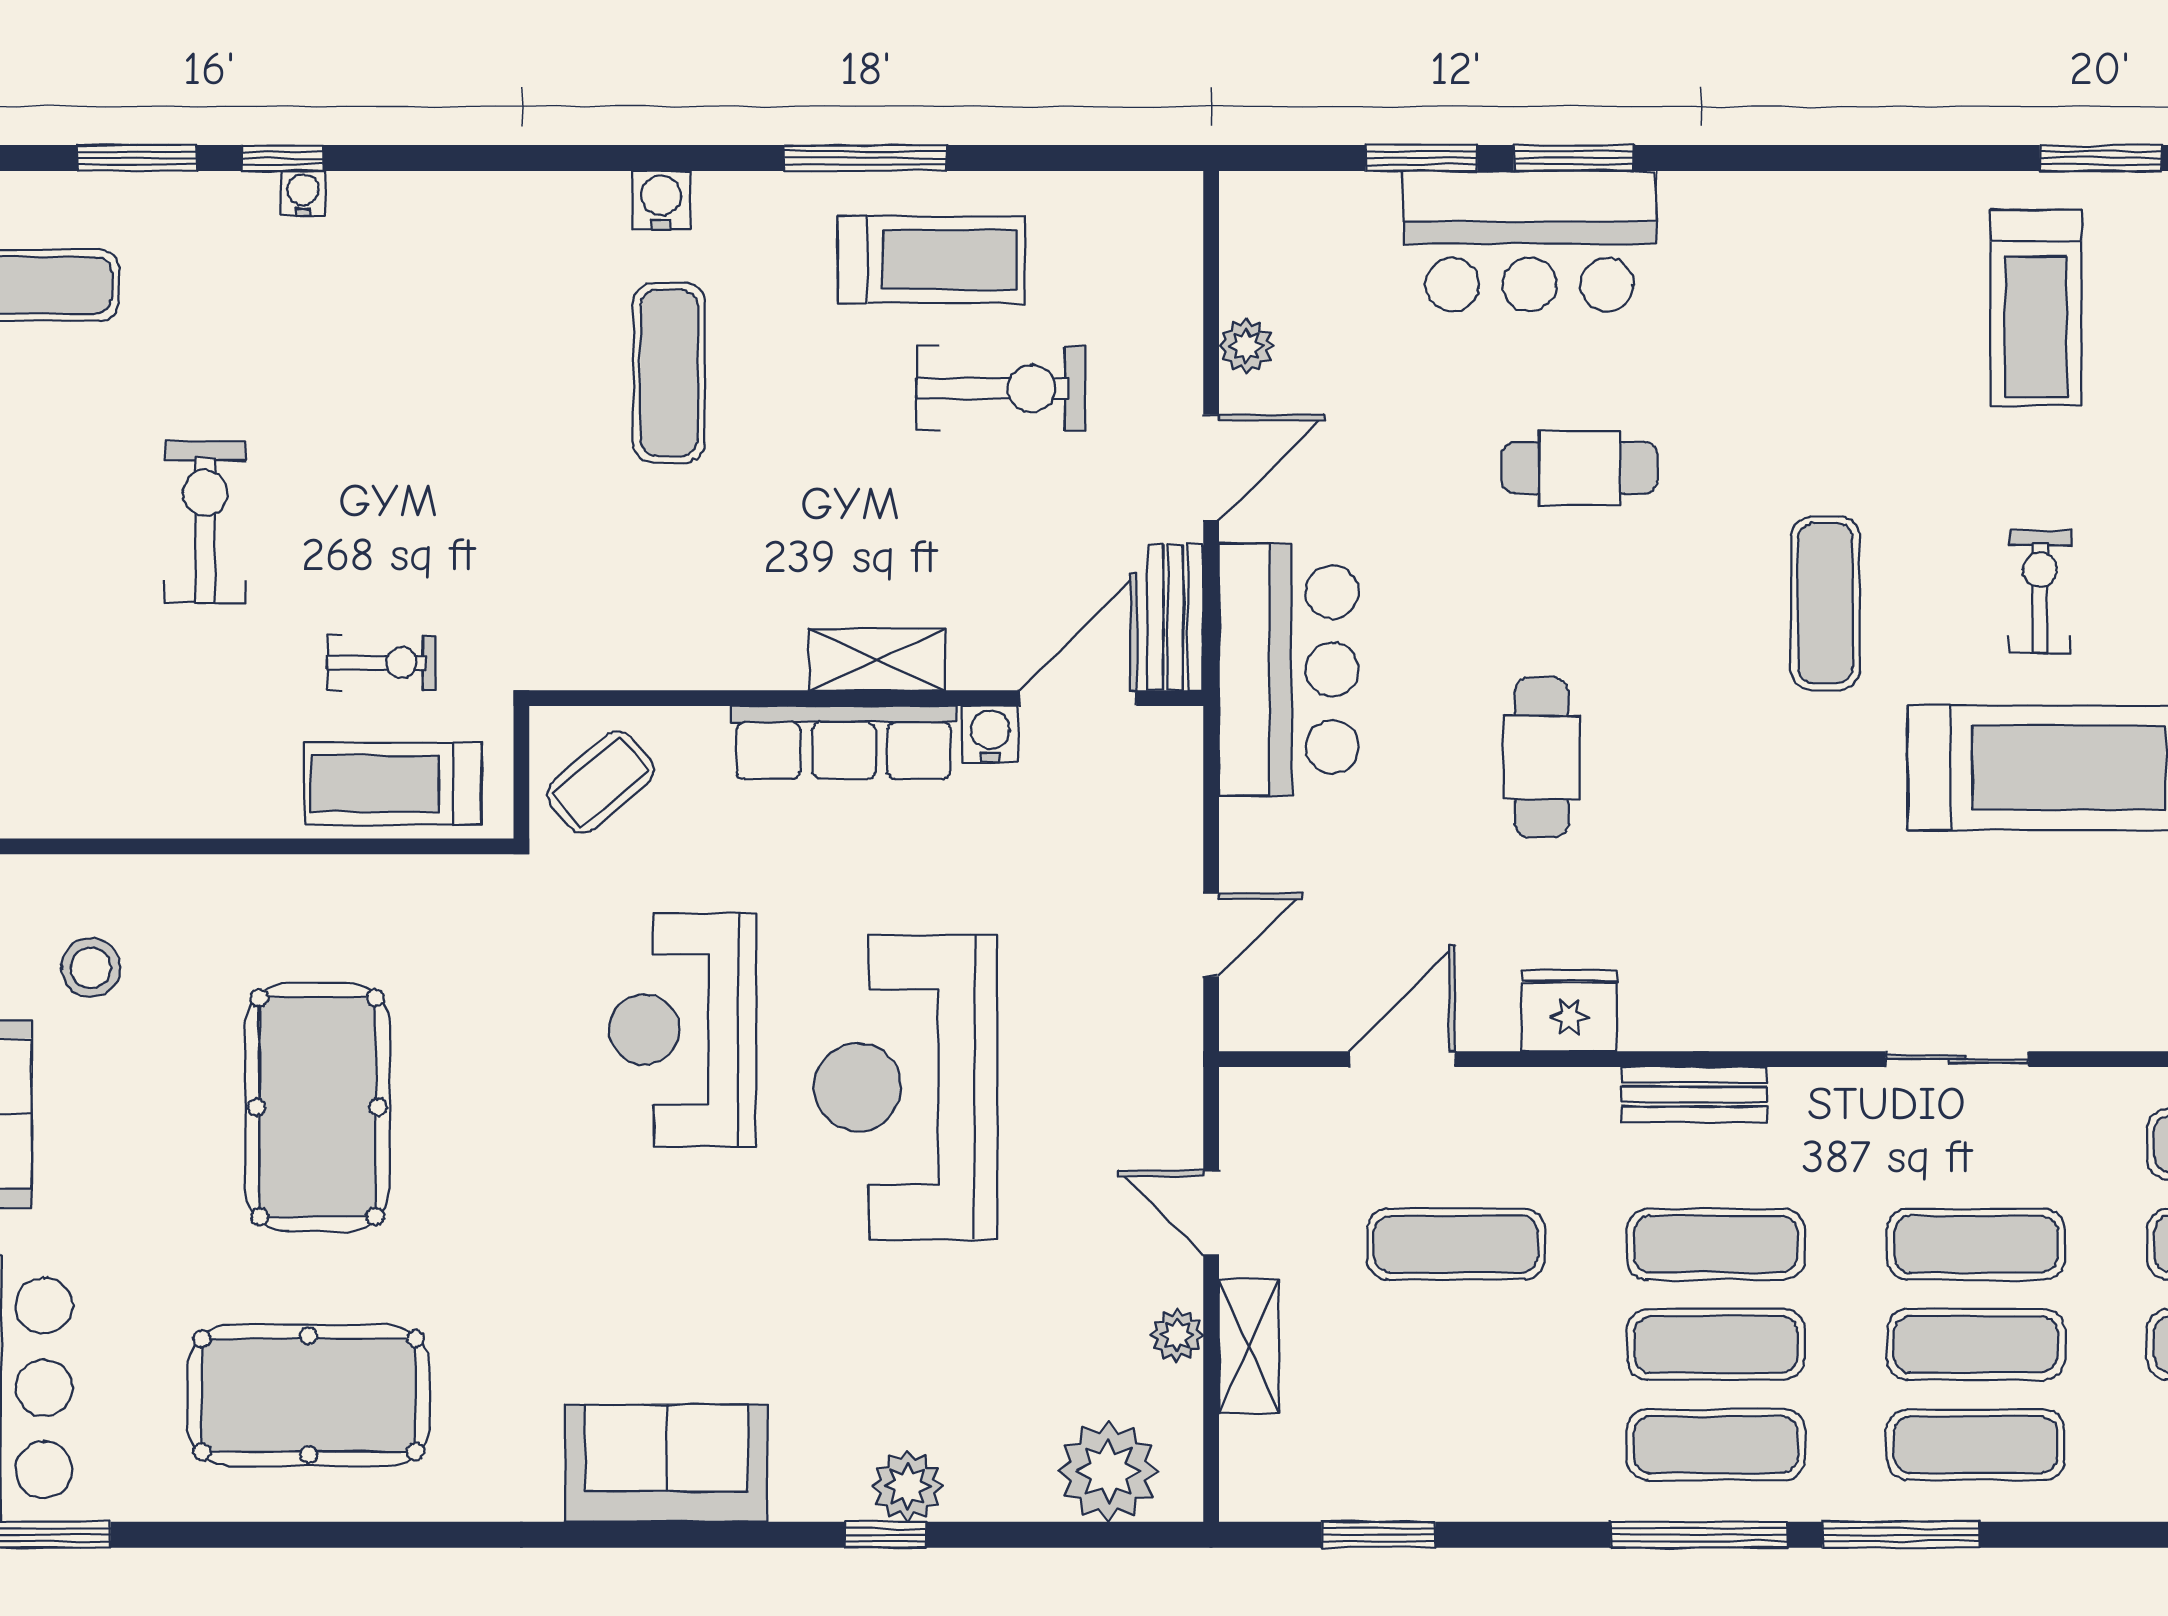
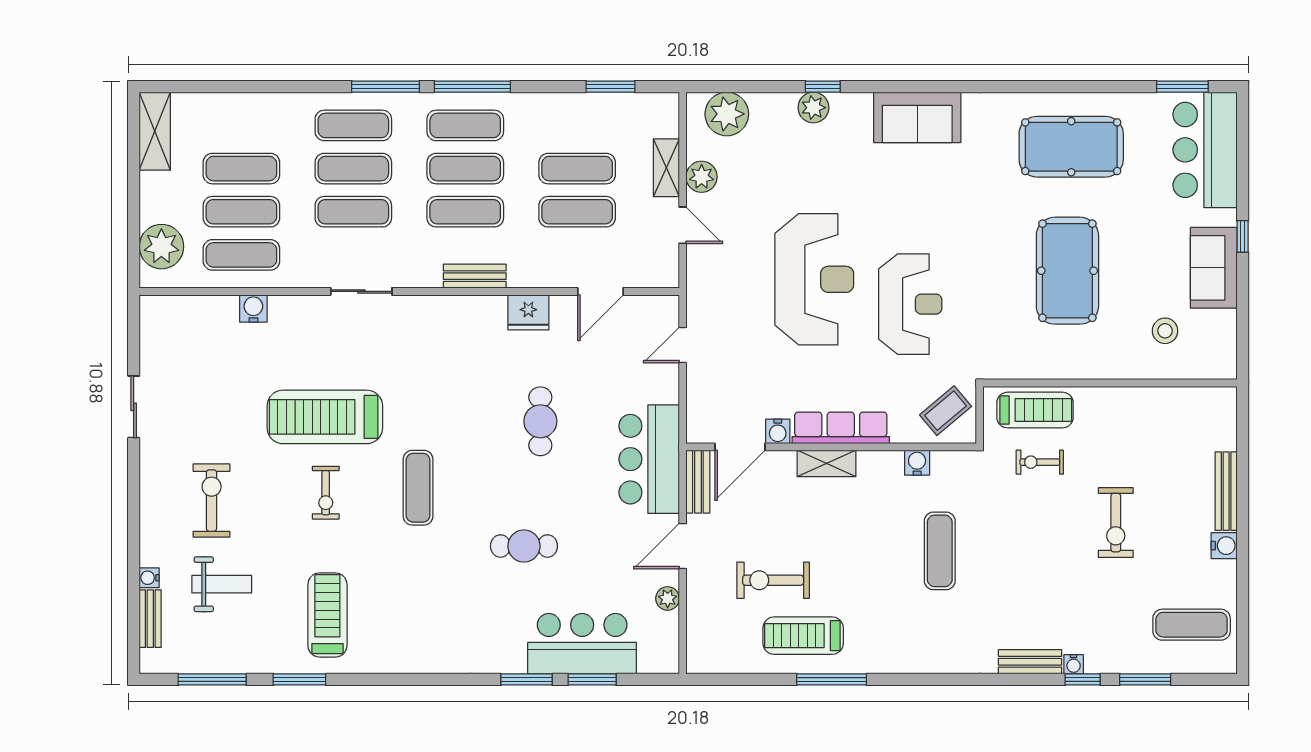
bench: (404, 199) -> (1030, 662), added
water cooler: (661, 200) -> (917, 463), moved, turned 180
bar counter: (1530, 241) -> (582, 644), moved
exercise mat: (669, 373) -> (940, 551), moved
plant: (1177, 1335) -> (702, 177), width x1.38, depth x1.38
exercise mat: (1456, 1344) -> (577, 169), added

